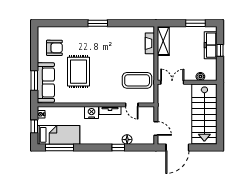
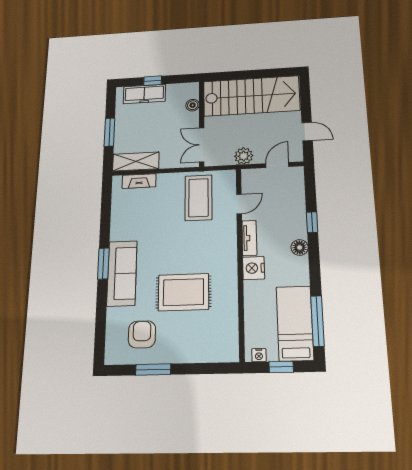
window: (196, 23) -> (109, 132), moved
window: (34, 80) -> (153, 370), moved
sofa: (46, 82) -> (122, 273), moved, turned 90
plant: (163, 108) -> (244, 156), added
floor lamp: (127, 140) -> (300, 247), moved
door: (177, 147) -> (307, 131), width x0.53

